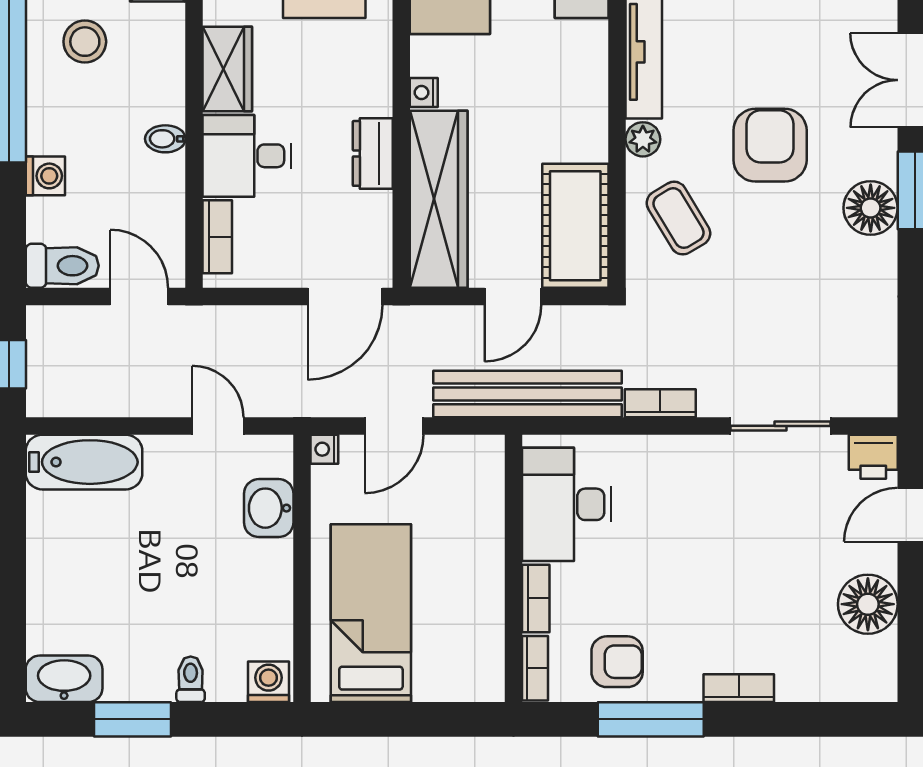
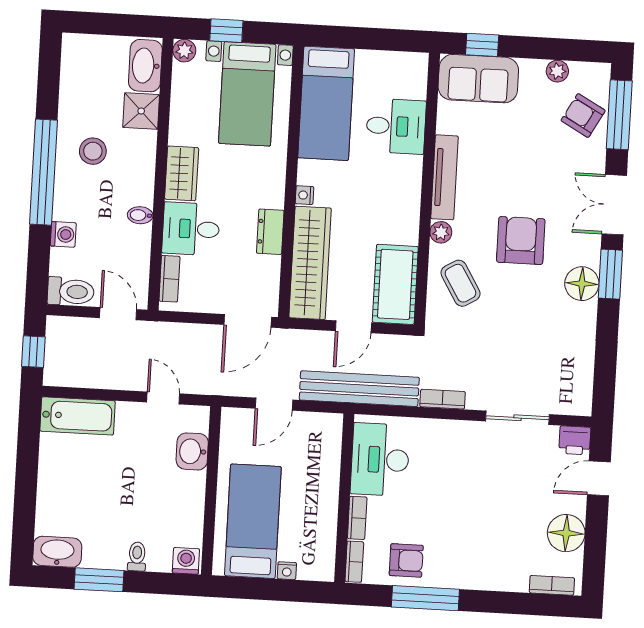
nightstand: (324, 449) -> (287, 571), moved, turned -90
bookcase: (739, 688) -> (552, 585), moved

